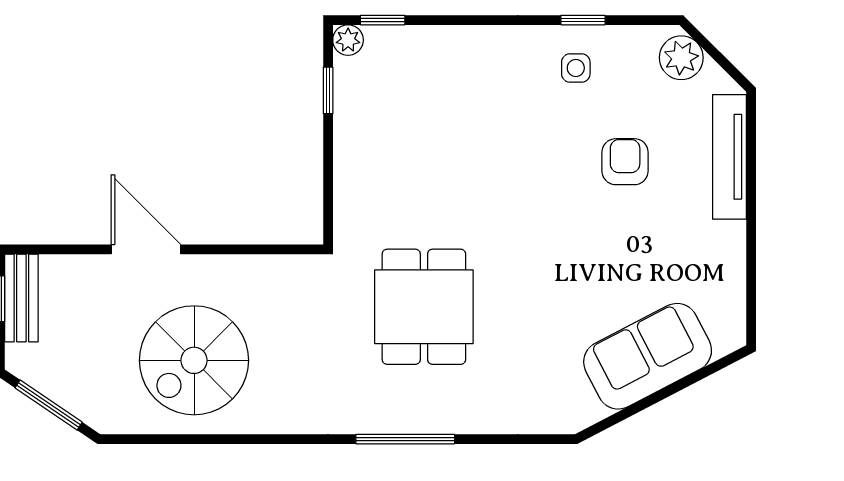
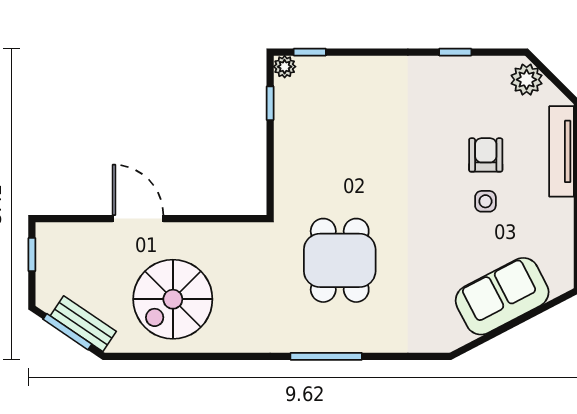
side table: (576, 68) -> (485, 201), moved
bench: (21, 298) -> (83, 324), moved, turned -56

